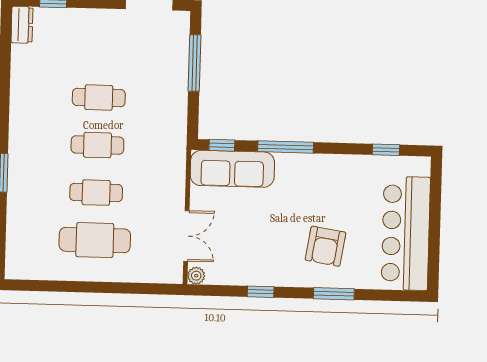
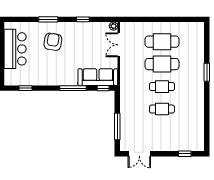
dresser: (22, 25) -> (199, 142), removed
cafe table: (96, 193) -> (162, 64), width x1.37, depth x1.35
bar counter: (406, 233) -> (15, 49), width x0.73

